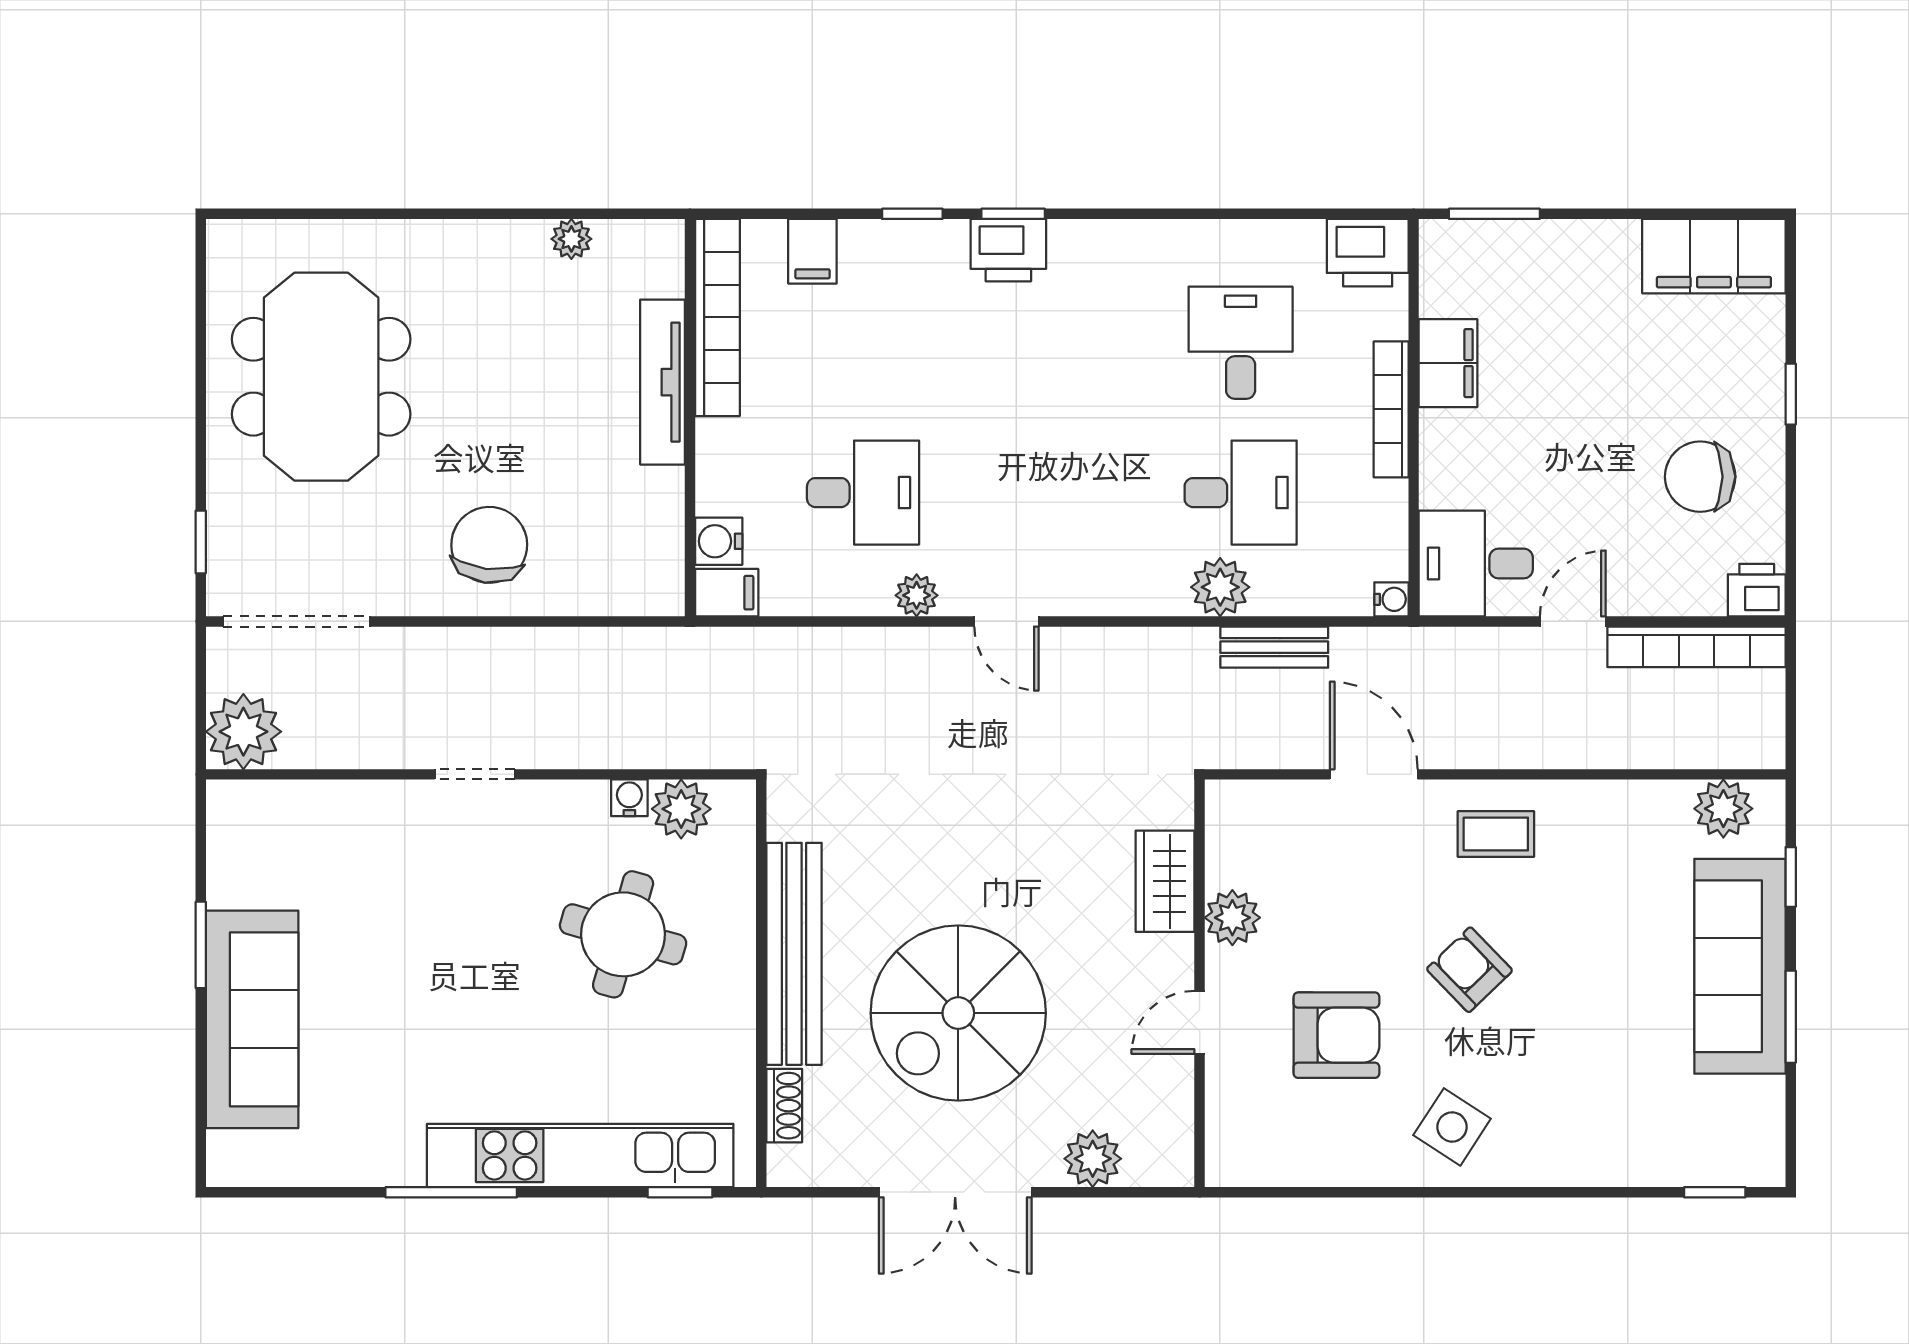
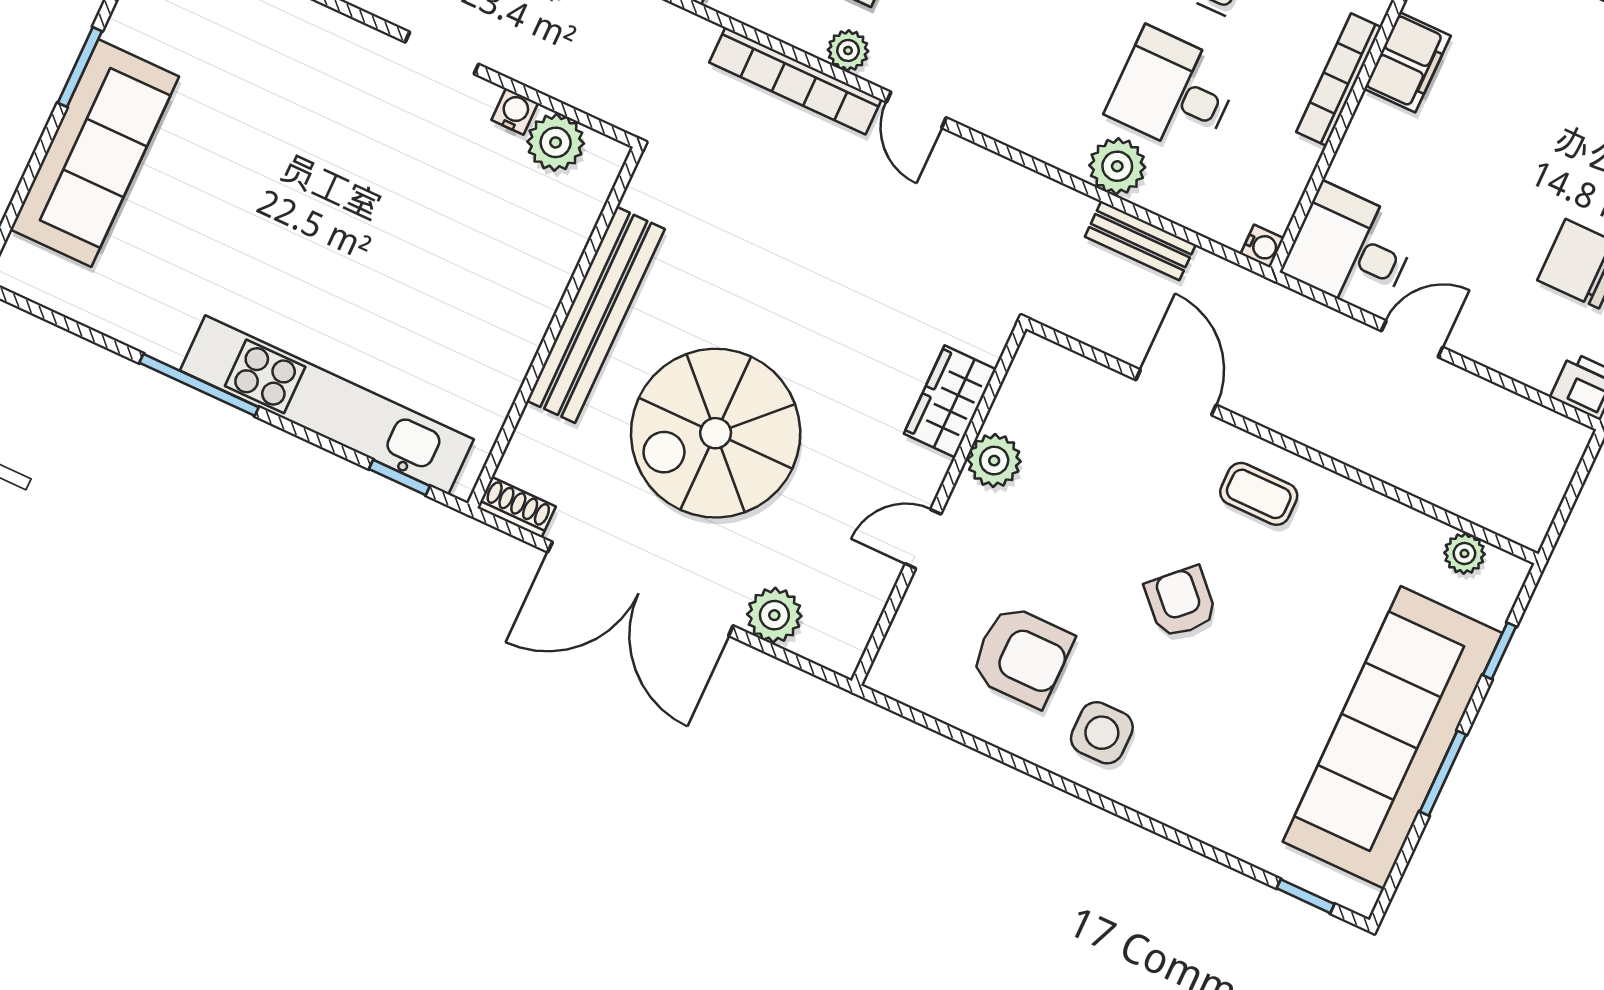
desk: (1241, 493) -> (1173, 92), turned 180
bookcase: (1696, 647) -> (795, 81), moved
doorway: (475, 774) -> (442, 53), moved
plant: (1723, 809) -> (1464, 554), width x0.73, depth x0.73
round table: (623, 934) -> (454, 229), removed
sofa: (1740, 966) -> (1392, 737), width x1.36, depth x1.27
armchair: (1336, 1035) -> (1022, 656), moved
shoe rack: (784, 1106) -> (517, 507), moved, turned -90
side table: (1452, 1127) -> (1102, 733), turned -33
double door: (955, 1192) -> (640, 589), width x1.36

